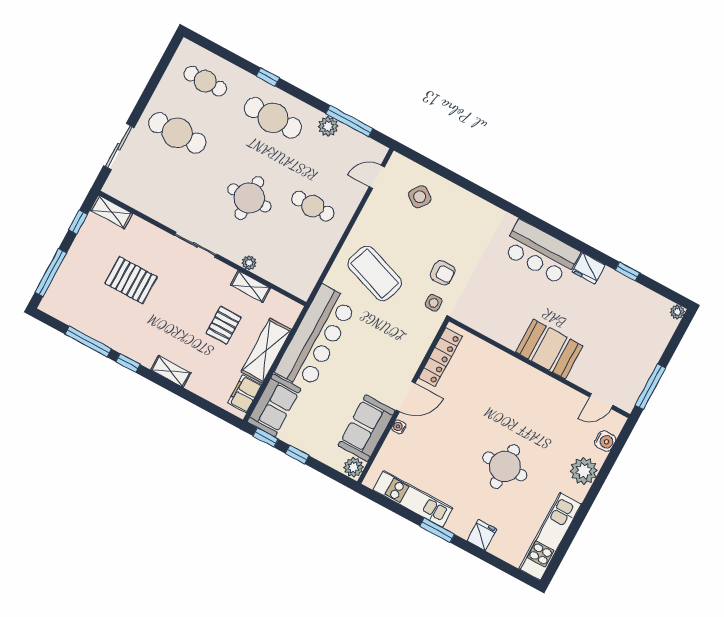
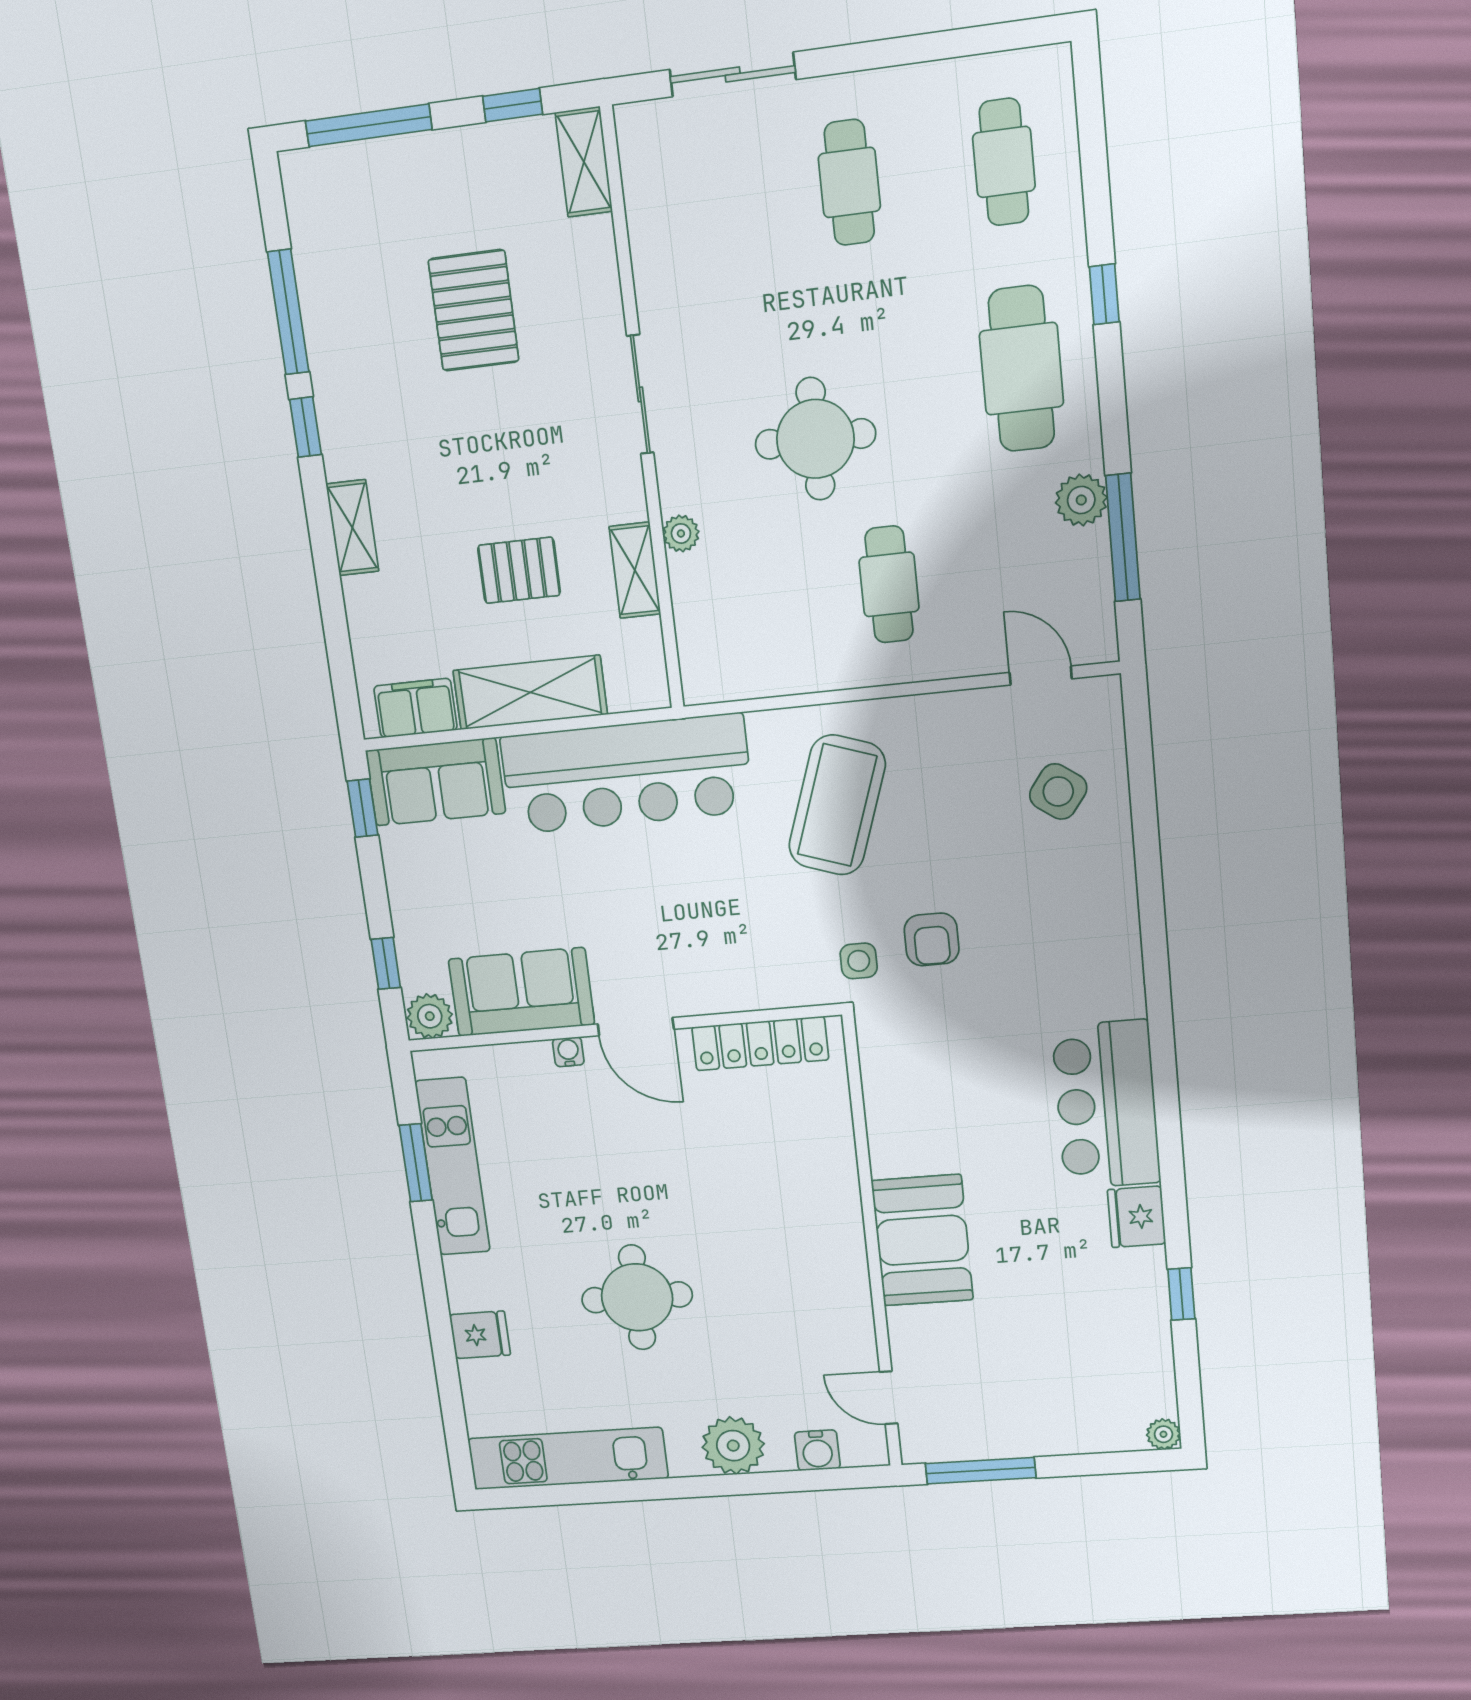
cafe table: (177, 133) -> (849, 182), width x0.73, depth x0.74
window: (297, 455) -> (386, 963), moved
window: (437, 530) -> (416, 1163), moved

